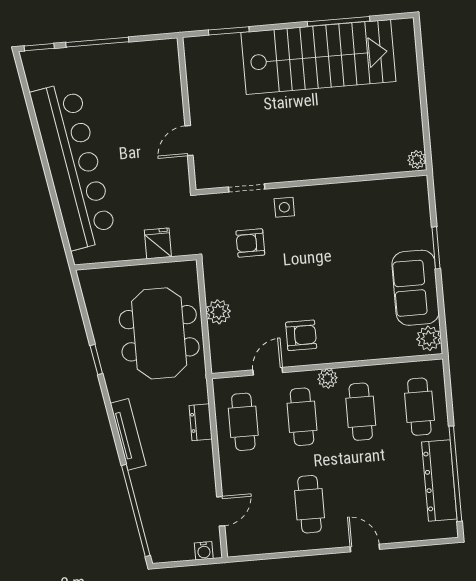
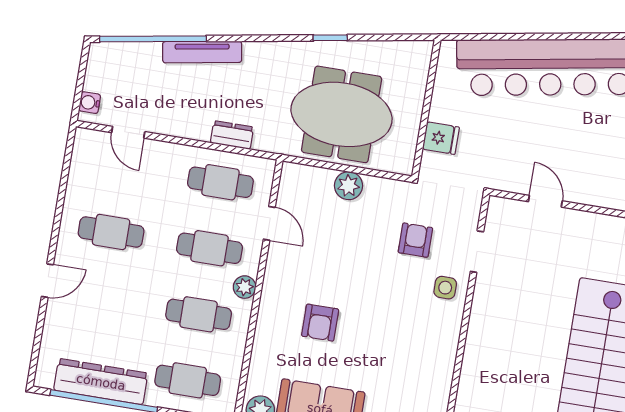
armchair: (301, 335) -> (320, 323), moved
tv unit: (128, 434) -> (202, 52), moved

